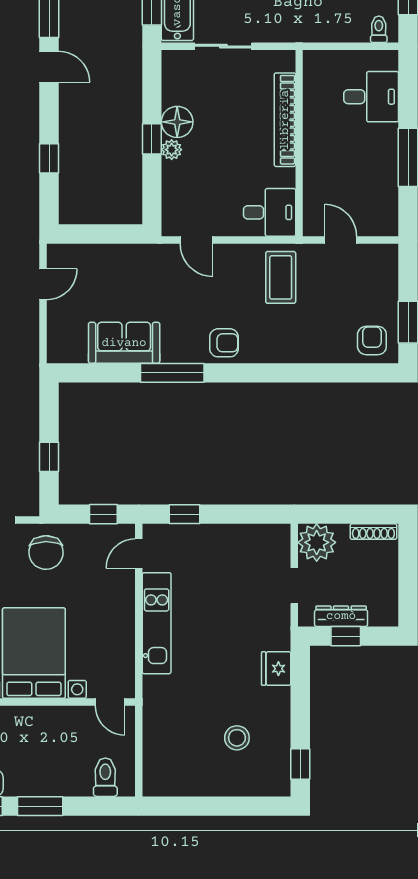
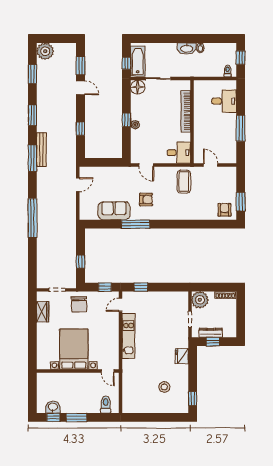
floor lamp: (177, 122) -> (138, 87), moved
armchair: (224, 343) -> (146, 200), moved

